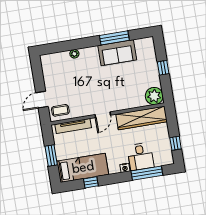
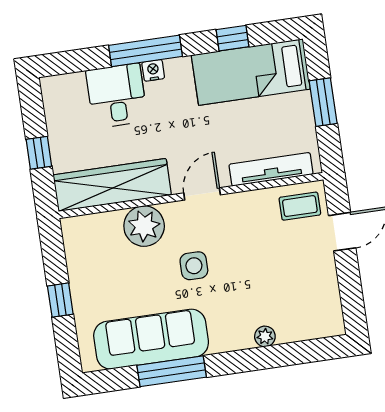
sofa: (117, 53) -> (151, 339), width x1.36
side table: (106, 84) -> (194, 266), added
plant: (154, 96) -> (144, 226), moved
window: (176, 143) -> (39, 153), moved
window: (147, 173) -> (145, 51), moved

